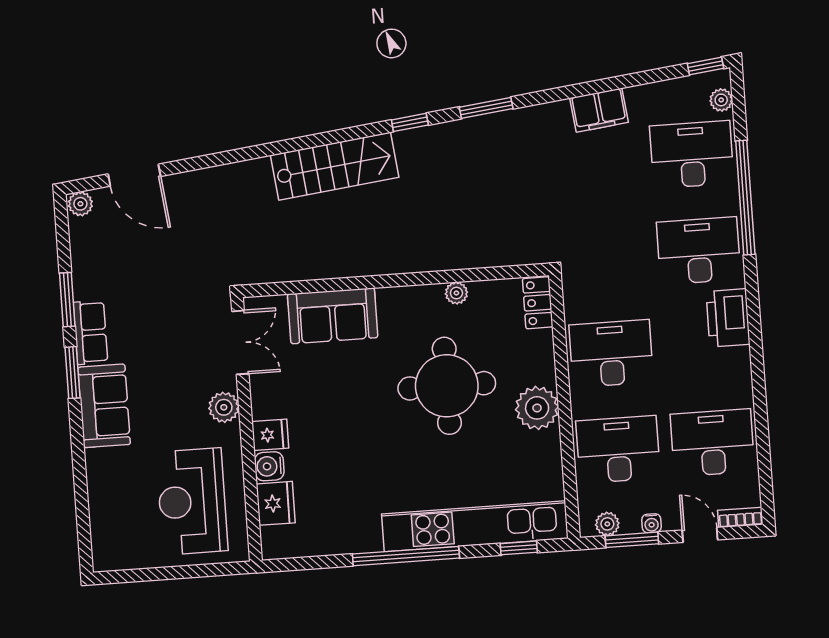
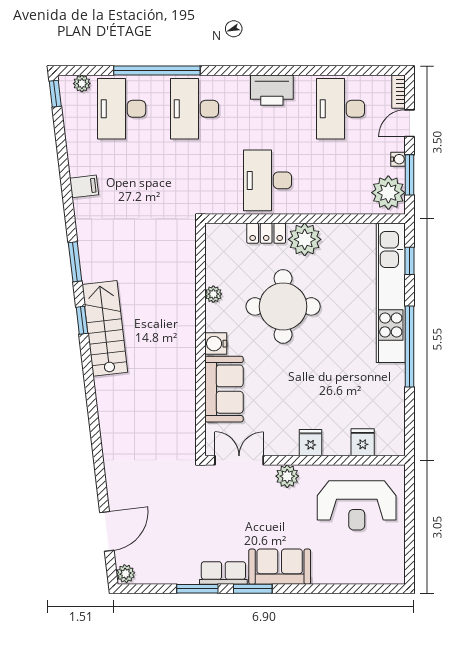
filing cabinet: (599, 110) -> (84, 186), width x0.50
stairs: (335, 166) -> (105, 328), moved
locker: (538, 303) -> (266, 233), moved
printer: (728, 318) -> (272, 90), moved
desk: (618, 450) -> (341, 180), removed
water cooler: (269, 466) -> (216, 344), moved, turned 90
fridge: (276, 503) -> (363, 442), width x0.72
plant: (607, 524) -> (388, 193), width x1.87, depth x1.87

